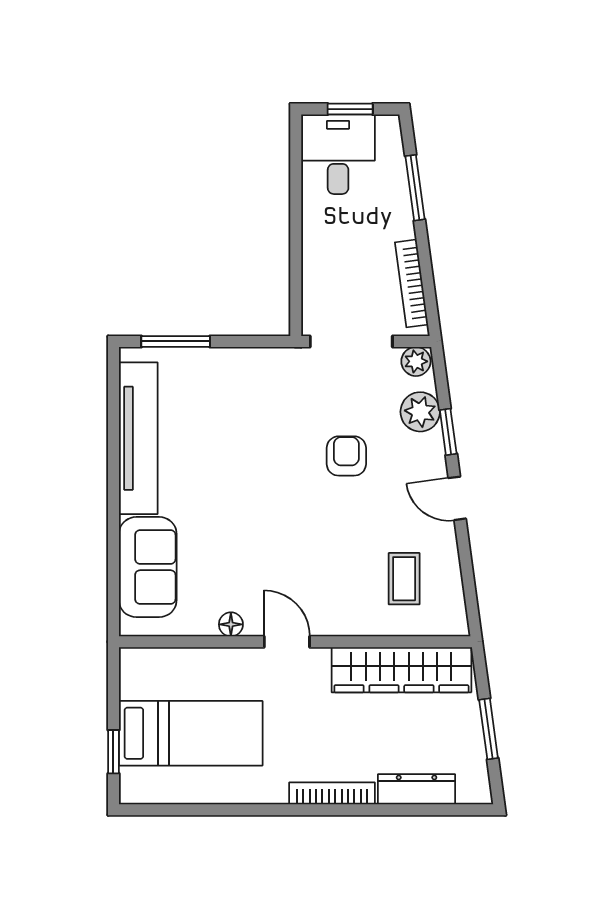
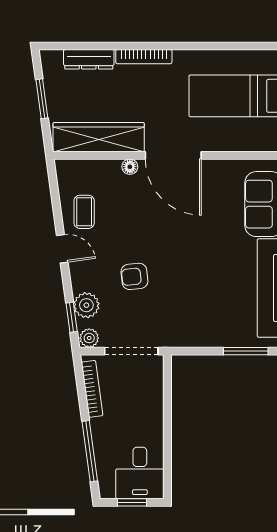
window: (415, 188) -> (90, 451), width x1.44
window: (448, 432) -> (72, 317), moved
armchair: (346, 456) -> (134, 276), turned 84
coffee table: (404, 579) -> (84, 212), moved
floor lamp: (231, 624) -> (130, 167), moved
door: (287, 642) -> (173, 155), width x1.88

